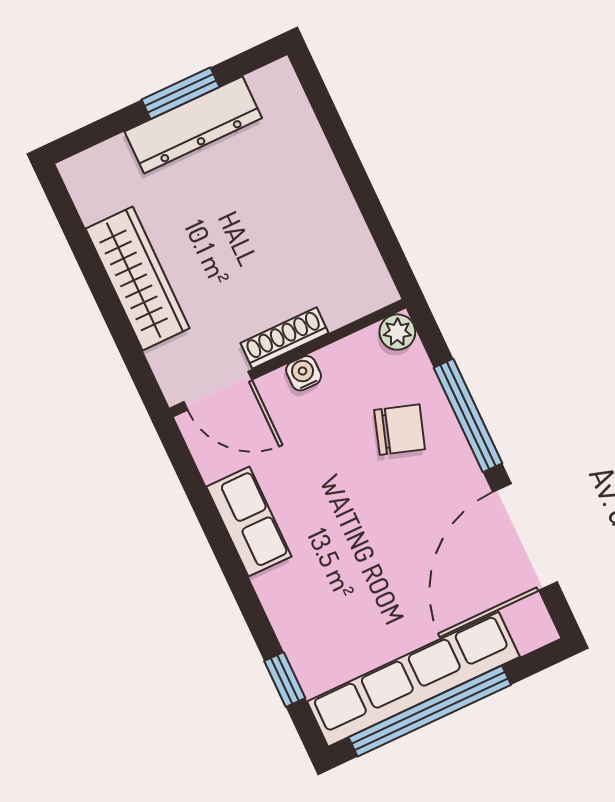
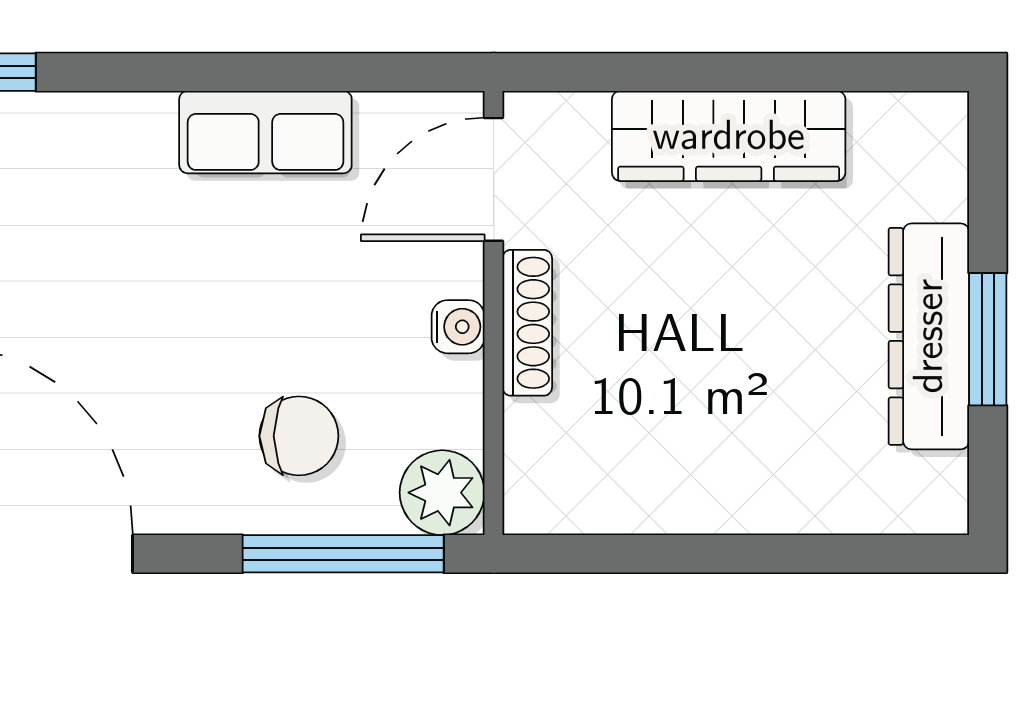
plant: (397, 332) -> (442, 493), width x1.38, depth x1.38
window: (468, 415) -> (343, 554), moved
chair: (400, 430) -> (299, 436), turned -108

